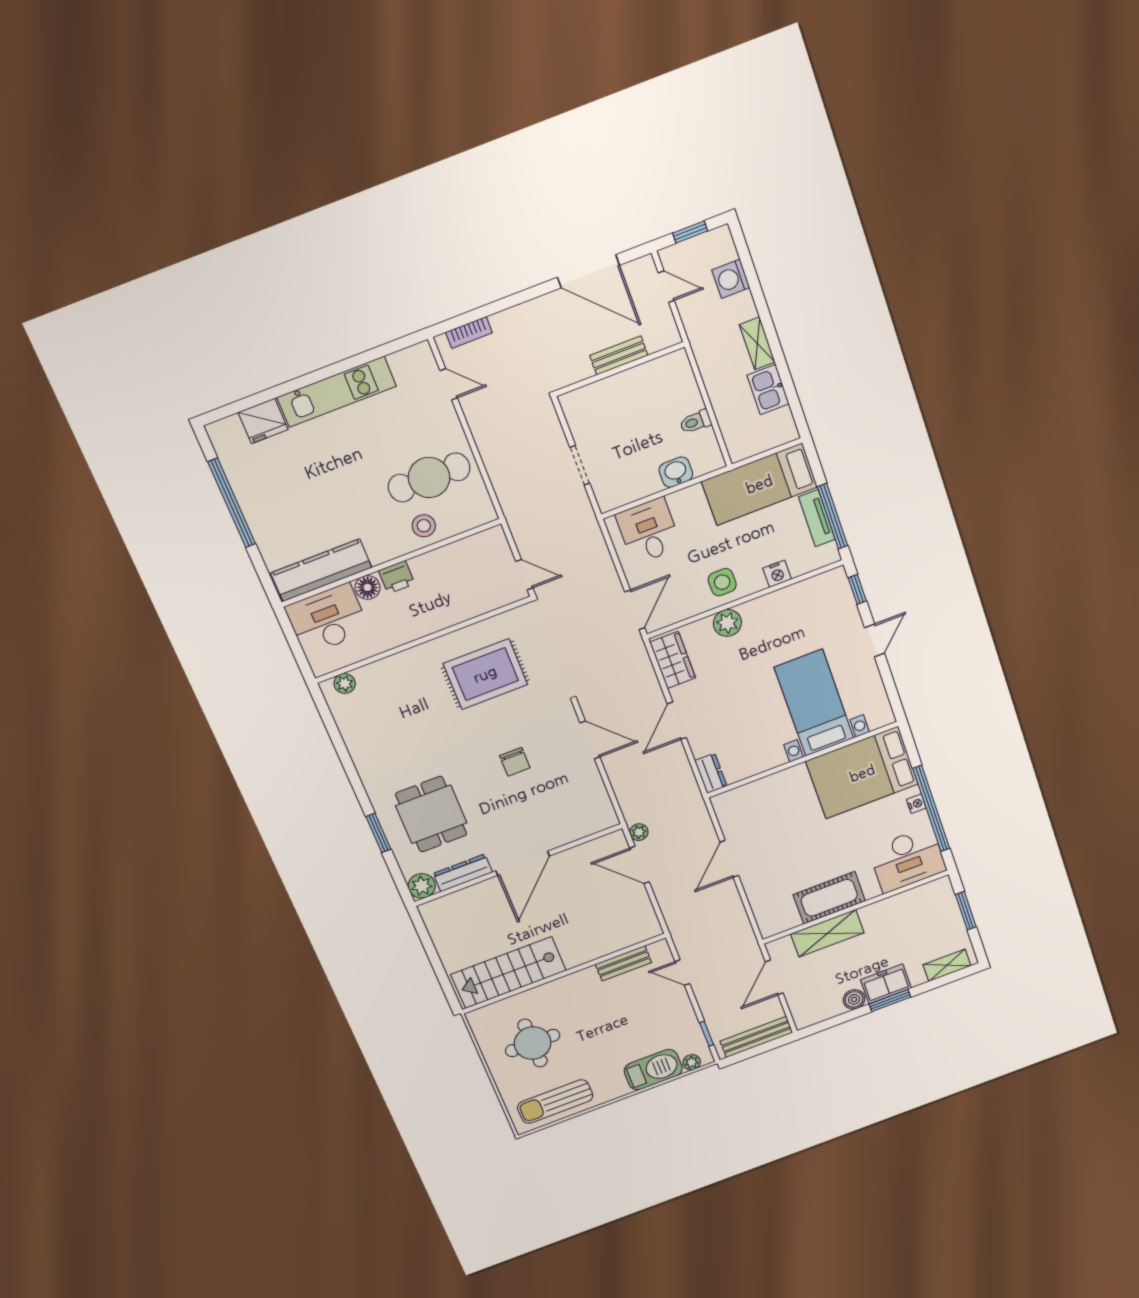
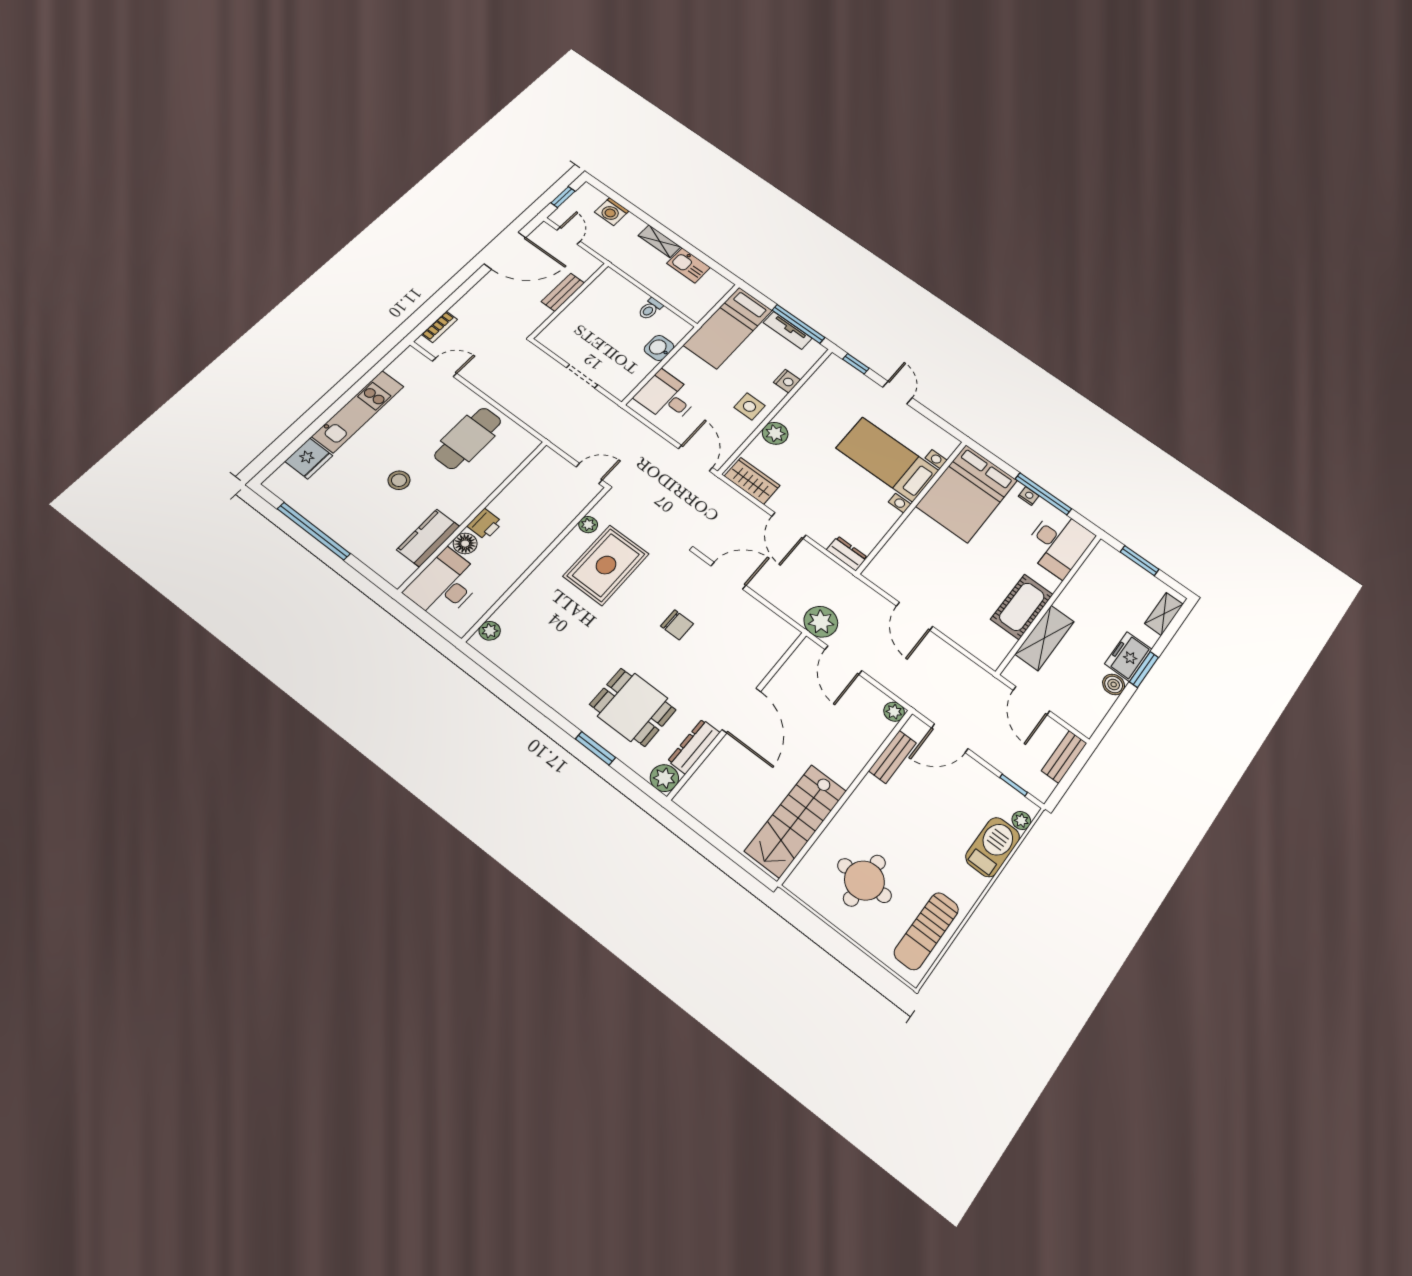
door: (666, 287) -> (569, 236), hinge flipped
stool: (424, 526) -> (399, 480), moved
kitchen counter: (321, 570) -> (428, 538), width x0.67
plant: (492, 626) -> (588, 525), added
window: (931, 809) -> (1043, 494), width x0.68
plant: (639, 832) -> (821, 622), width x1.88, depth x1.88
door: (640, 865) -> (843, 660), hinge flipped
plant: (652, 929) -> (894, 712), added
door: (682, 973) -> (950, 738), width x1.38
bench: (756, 1037) -> (1064, 757), width x0.73

